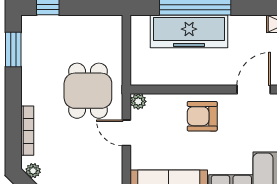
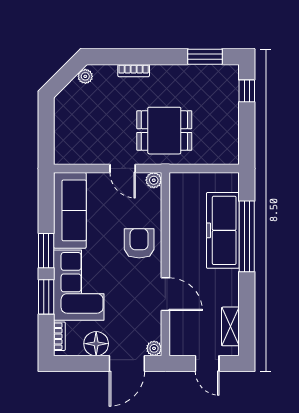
bookcase: (27, 131) -> (134, 71), width x0.64
door: (126, 133) -> (123, 168), swing flipped

